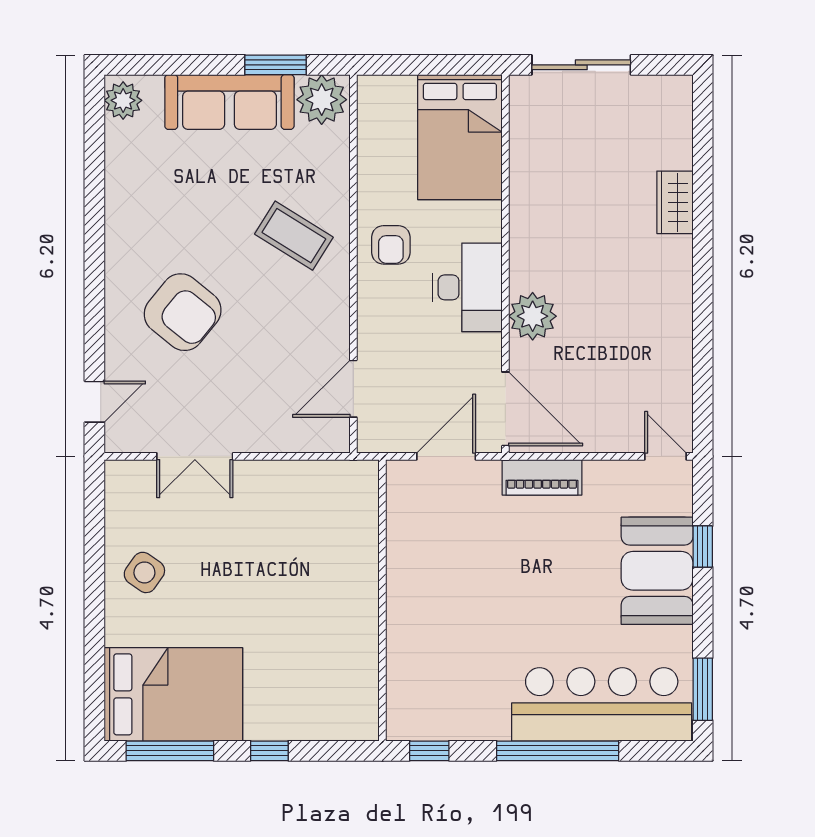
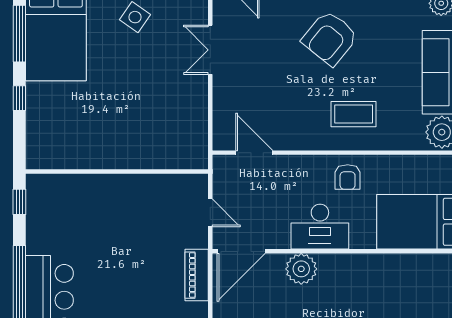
coffee table: (294, 236) -> (354, 114), turned 58
armchair: (391, 245) -> (348, 177), turned -90
armchair: (183, 312) -> (330, 38), moved
door: (446, 456) -> (210, 213), width x0.73

